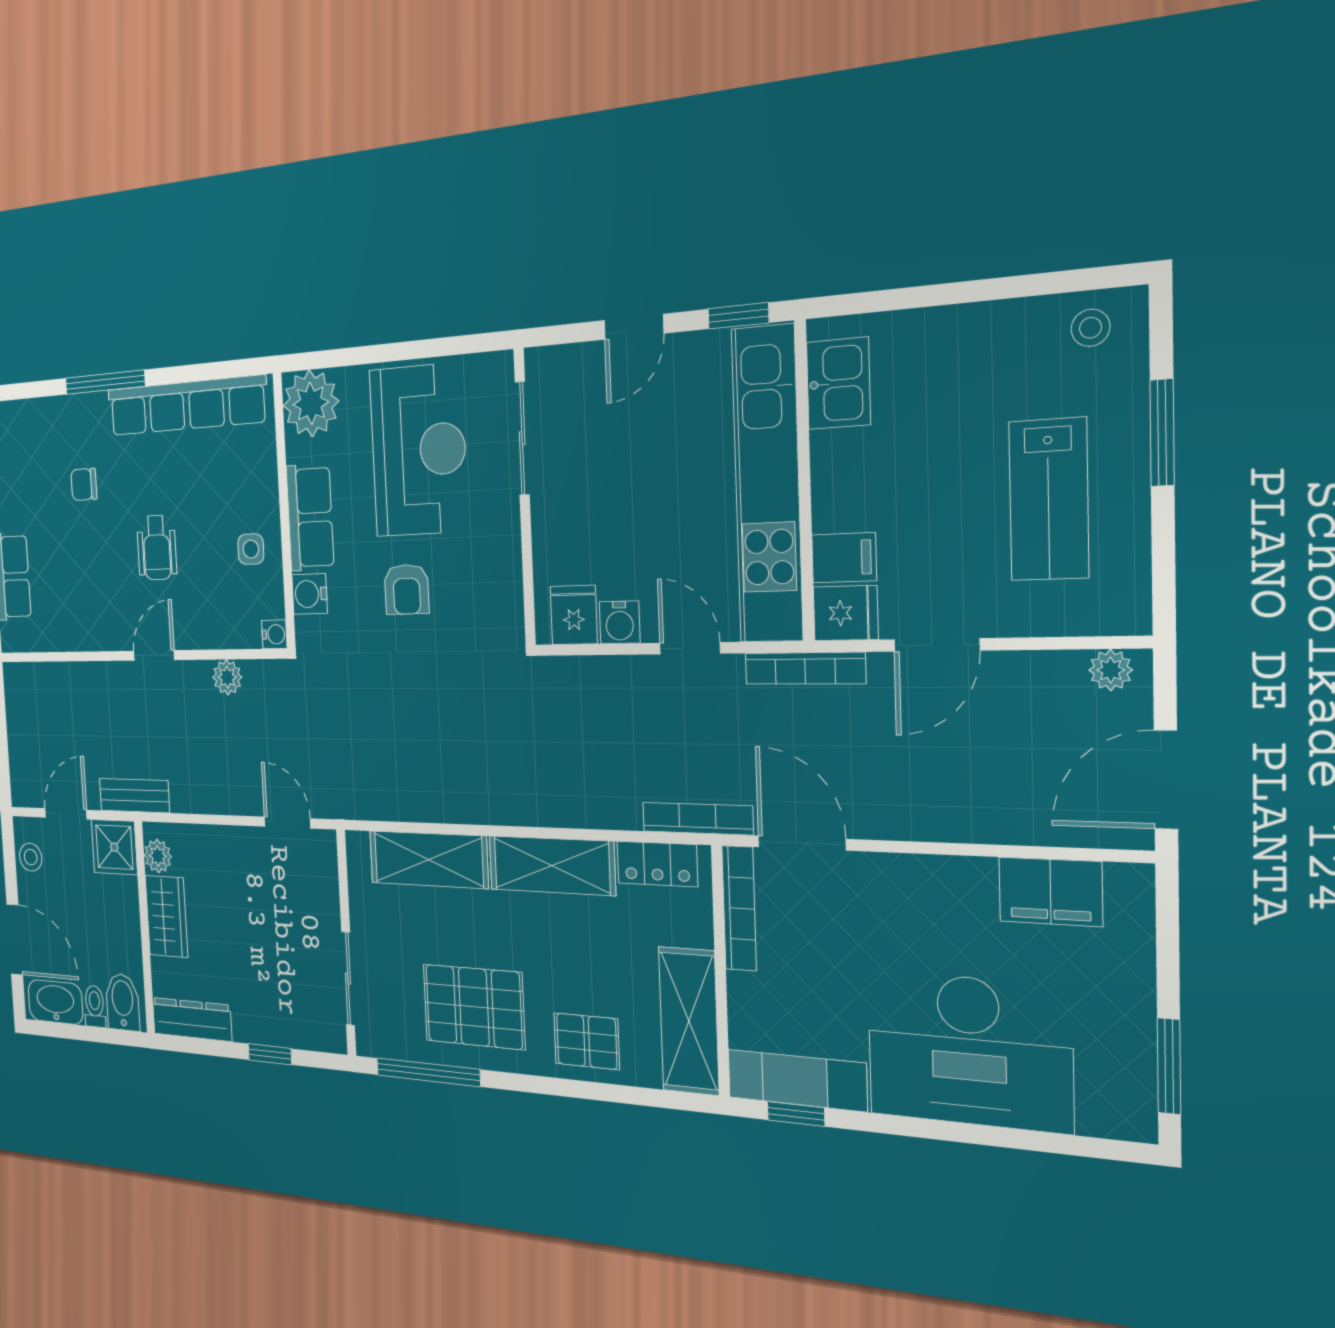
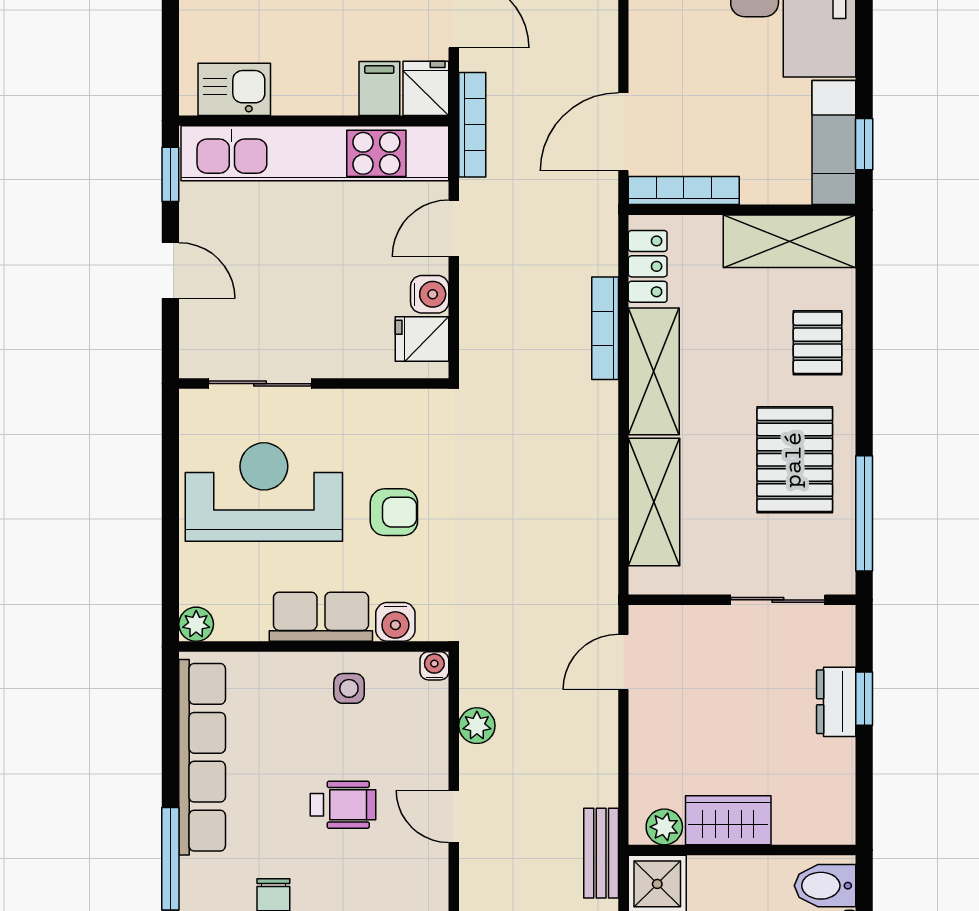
plant: (311, 403) -> (196, 624), width x0.53, depth x0.53
bookcase: (698, 819) -> (605, 328), moved
dresser: (192, 1019) -> (836, 702), moved, width x0.70

